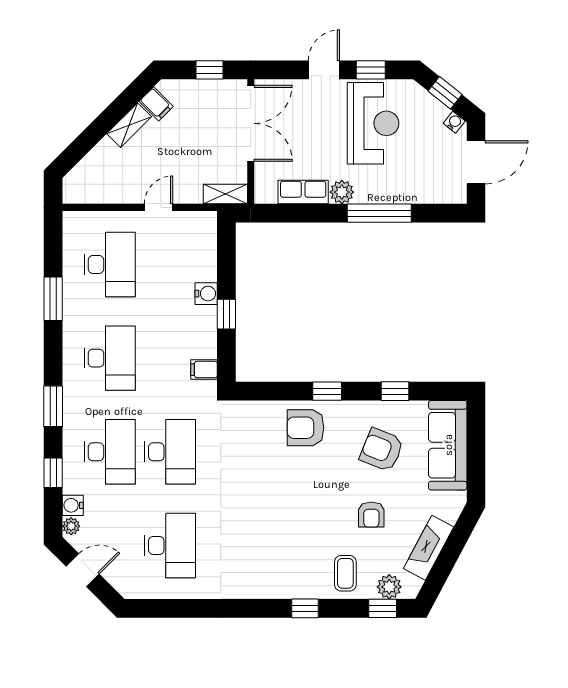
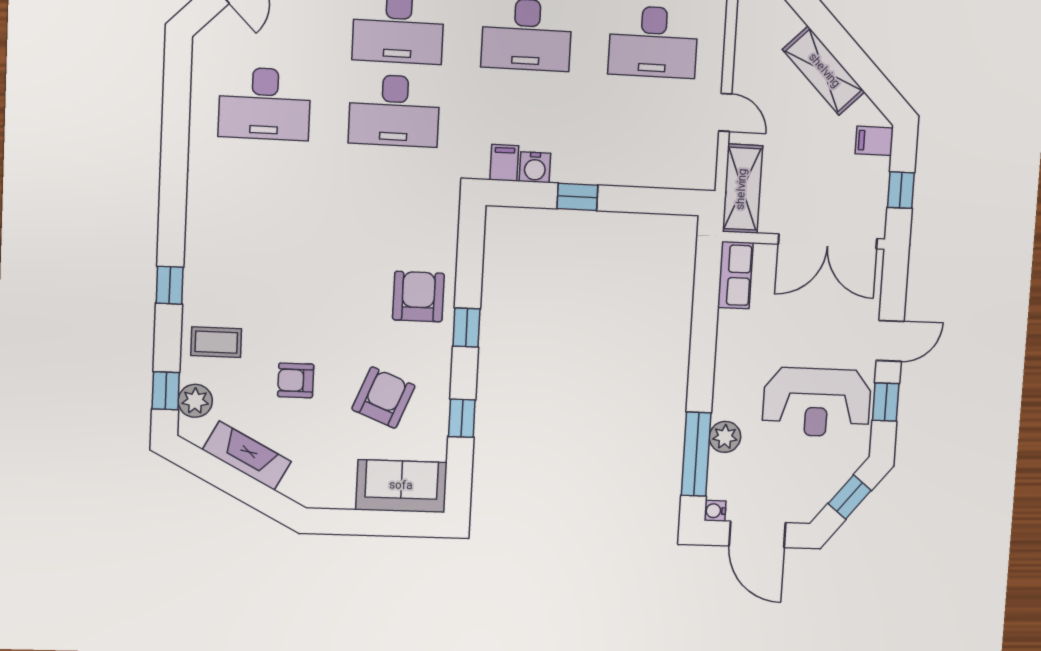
door: (324, 70) -> (890, 341), hinge flipped
filing cabinet: (156, 104) -> (874, 141), moved, turned 45
water cooler: (454, 122) -> (715, 511), moved, turned 141
shelving: (129, 125) -> (824, 71), width x1.50, depth x1.33
row of seats: (303, 192) -> (735, 275), moved
plant: (342, 192) -> (725, 437), moved
shelving: (225, 194) -> (742, 189), width x1.50, depth x1.33
window: (379, 213) -> (696, 454), moved
water cooler: (206, 294) -> (535, 167), moved
sofa: (448, 445) -> (401, 486), width x0.73

